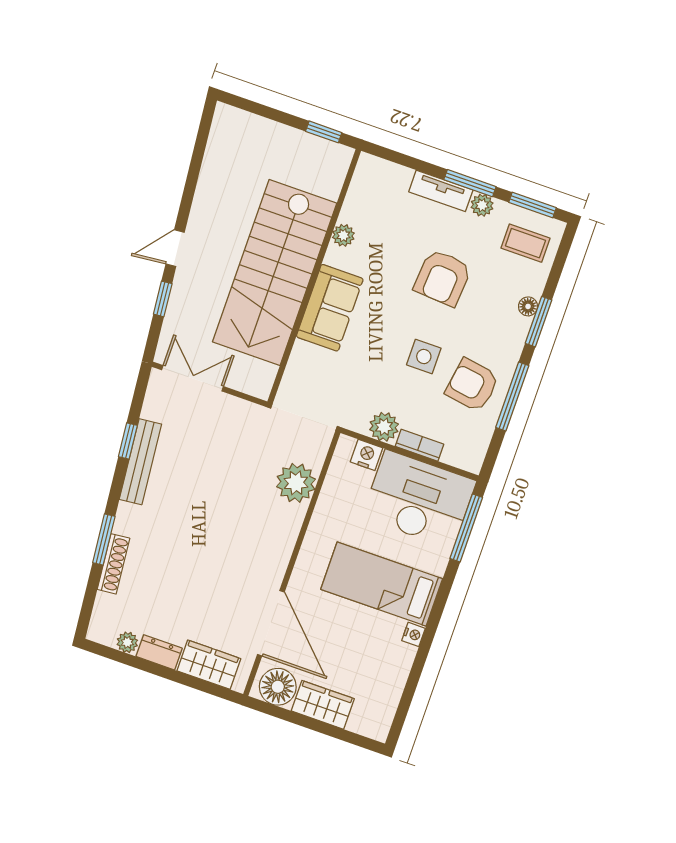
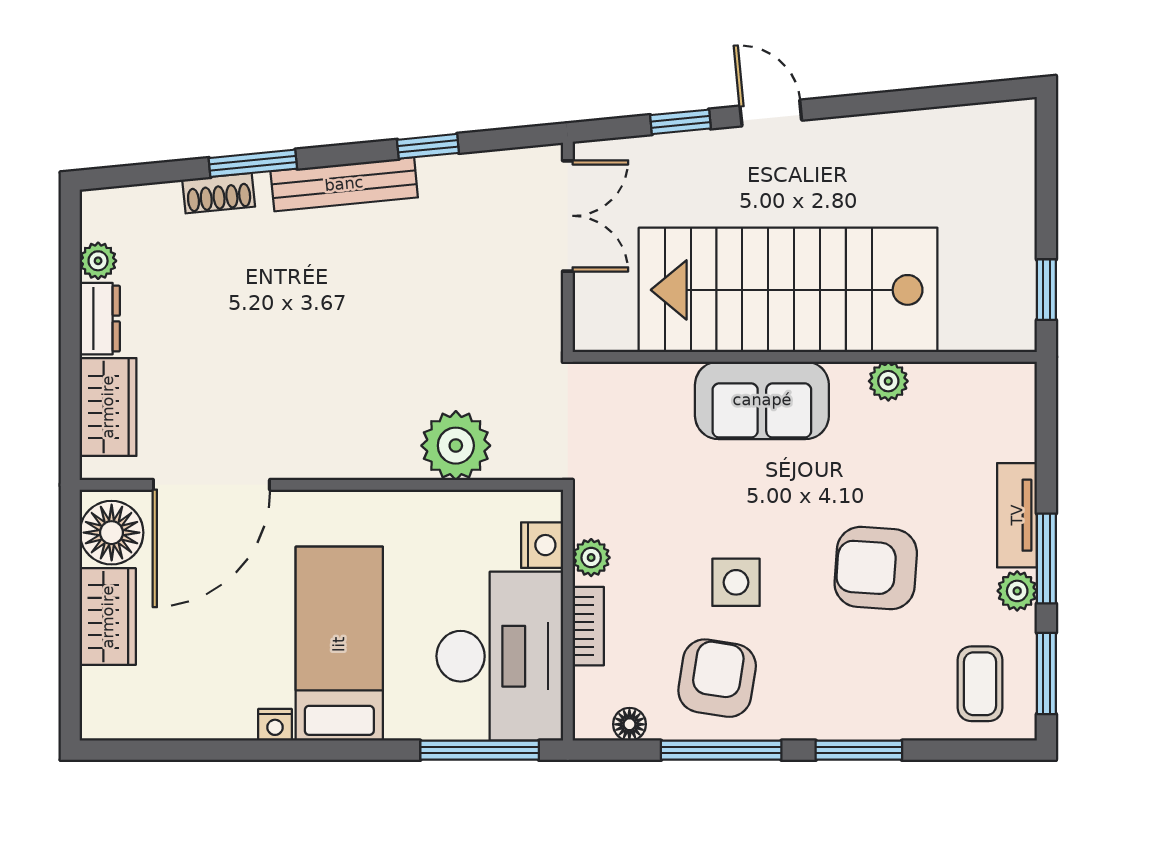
floor lamp: (528, 306) -> (629, 724), moved
plant: (384, 427) -> (591, 558), width x0.73, depth x0.73
bench: (140, 462) -> (344, 184), moved
shoe rack: (114, 564) -> (219, 193), width x0.70

